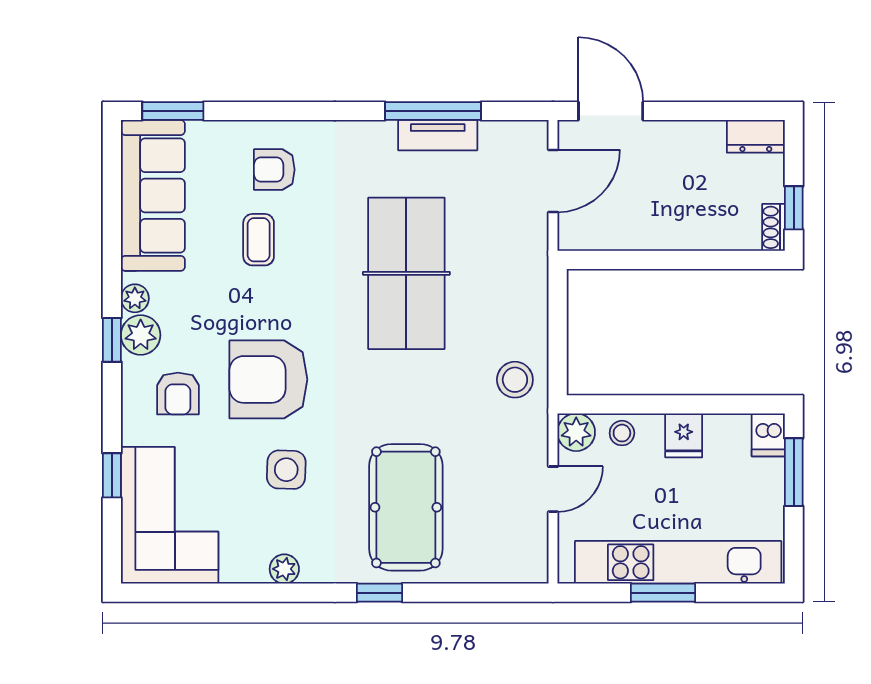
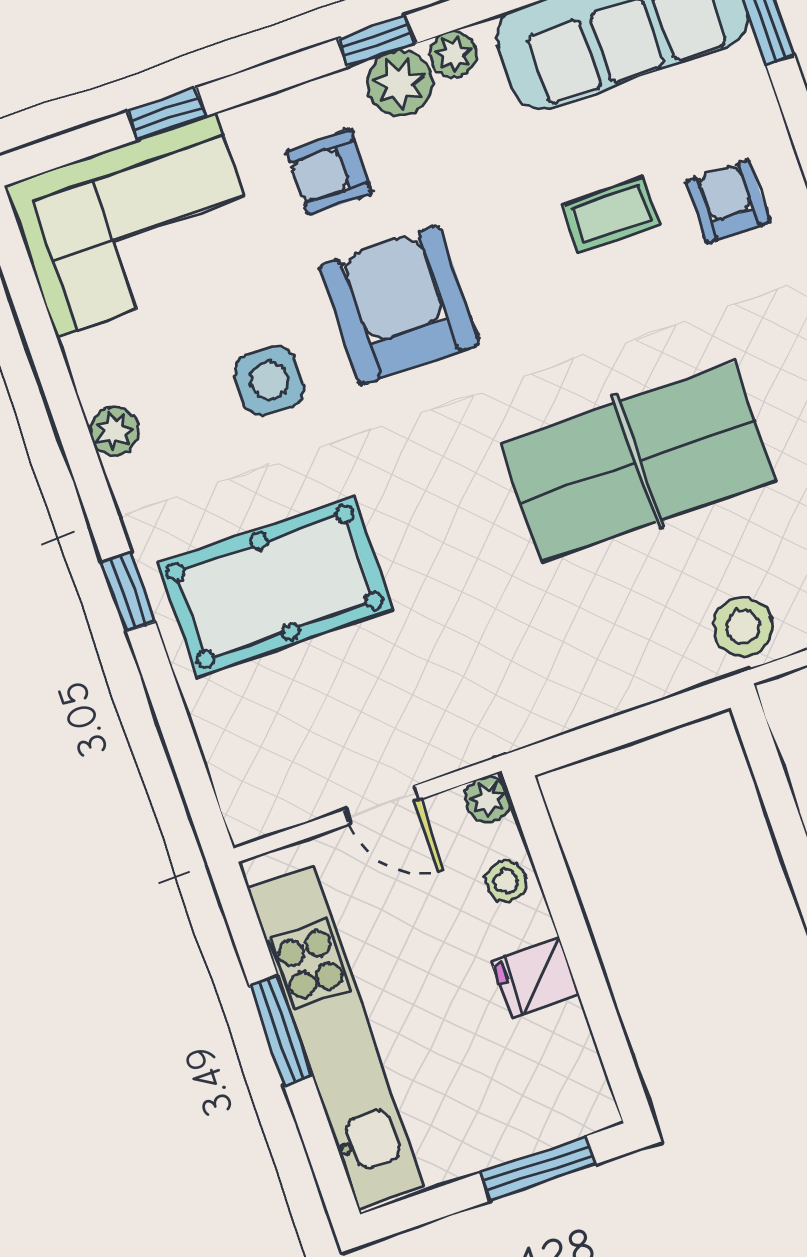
stool: (515, 380) -> (743, 627), moved
plant: (576, 432) -> (488, 799), width x0.73, depth x0.73
dishwasher: (768, 435) -> (582, 1109), removed

